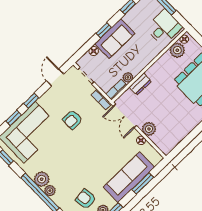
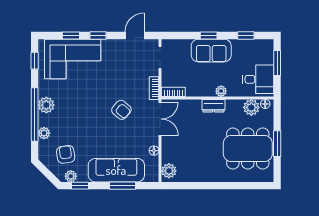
floor lamp: (94, 51) -> (185, 44), removed
plant: (128, 77) -> (221, 91), moved
dresser: (140, 84) -> (213, 106), moved
double door: (125, 116) -> (160, 119), swing flipped
armchair: (72, 120) -> (121, 110), moved, turned -140
plant: (149, 129) -> (169, 171), moved
plant: (50, 191) -> (44, 133), moved

